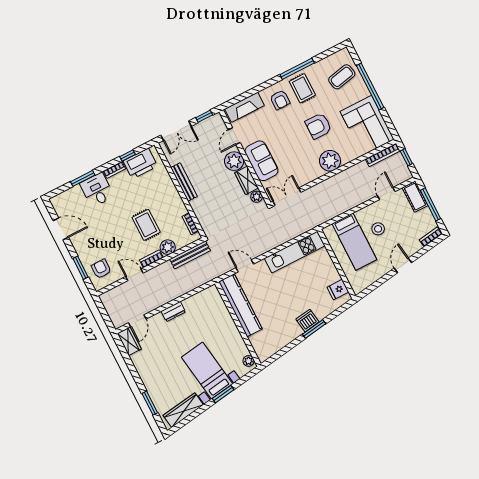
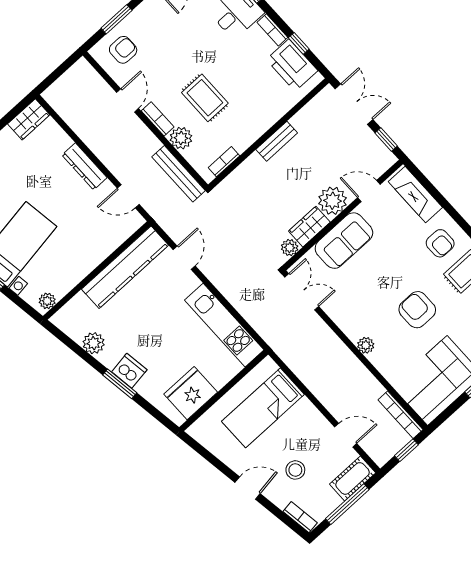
armchair: (280, 100) -> (440, 243), turned -90
double door: (176, 131) -> (354, 104), swing flipped
plant: (330, 161) -> (366, 345), width x0.53, depth x0.53
bench: (184, 182) -> (277, 141), width x0.73
rug: (146, 225) -> (205, 98), turned 90
stool: (378, 229) -> (295, 470), moved
fridge: (338, 290) -> (191, 393), width x1.88, depth x1.34
dresser: (173, 312) -> (84, 166), width x1.44
door: (137, 321) -> (128, 196), moved
plant: (284, 339) -> (94, 343), added

